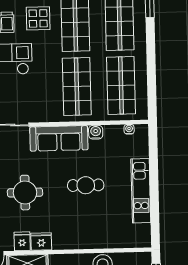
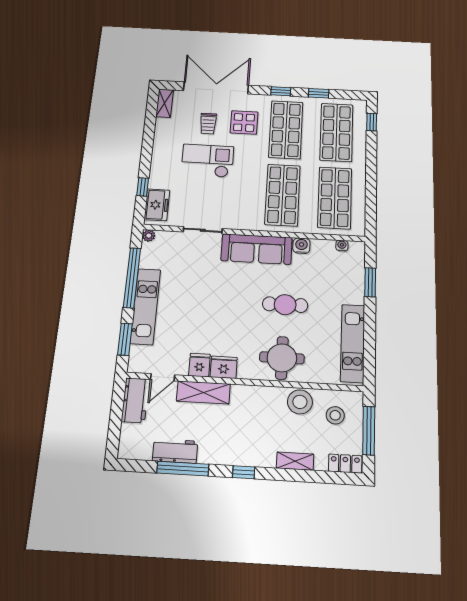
window: (153, 160) -> (370, 282), added
kitchen unit: (141, 191) -> (353, 343), moved
round table: (25, 193) -> (282, 358), moved

